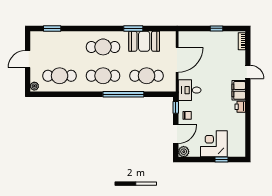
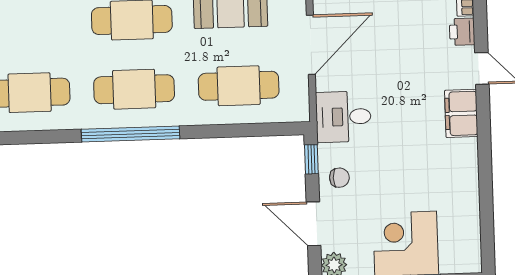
window: (123, 94) -> (131, 134), moved
printer: (240, 107) -> (462, 32), moved
door: (176, 134) -> (314, 224), swing flipped

